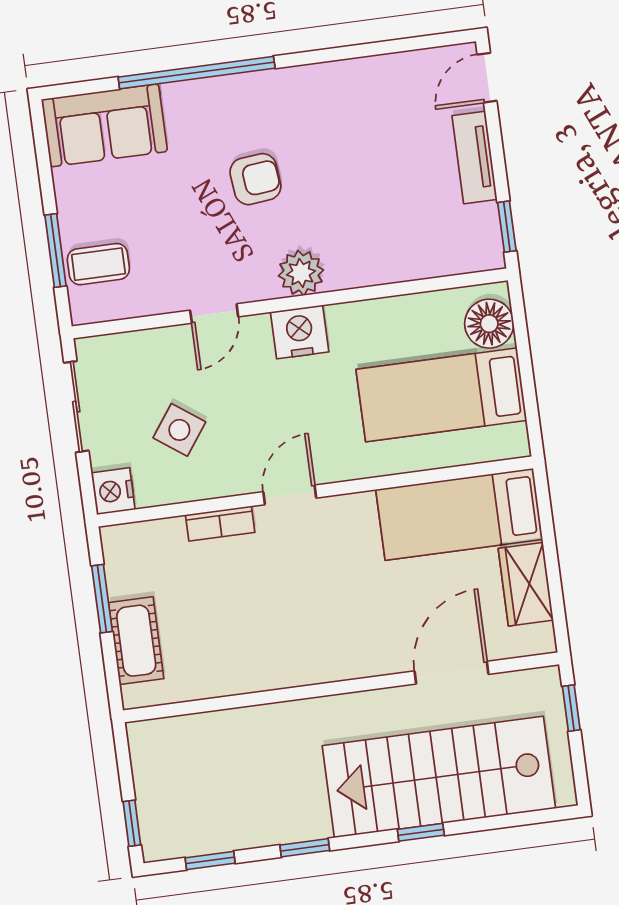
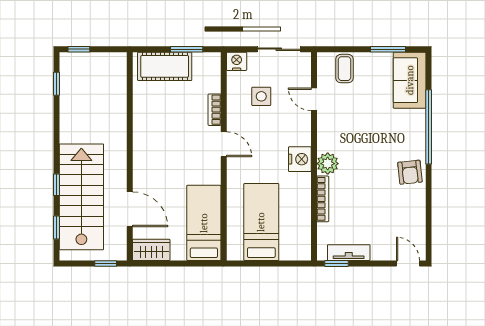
tv unit: (475, 157) -> (349, 253), moved
armchair: (255, 179) -> (410, 172), moved
window: (55, 250) -> (388, 49), moved
bookcase: (376, 273) -> (323, 199), added
door: (214, 314) -> (314, 99), moved
floor lamp: (489, 324) -> (292, 249), removed
side table: (179, 430) -> (261, 96), turned -36
wardrobe: (526, 584) -> (151, 250), moved
cot: (136, 641) -> (165, 66), width x1.37, depth x1.34
window: (305, 848) -> (56, 228), moved

